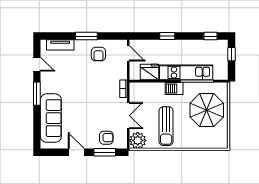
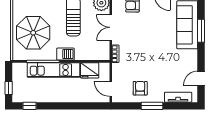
window: (167, 36) -> (72, 106), removed
door: (37, 64) -> (201, 78), hinge flipped
window: (37, 94) -> (201, 31), moved

